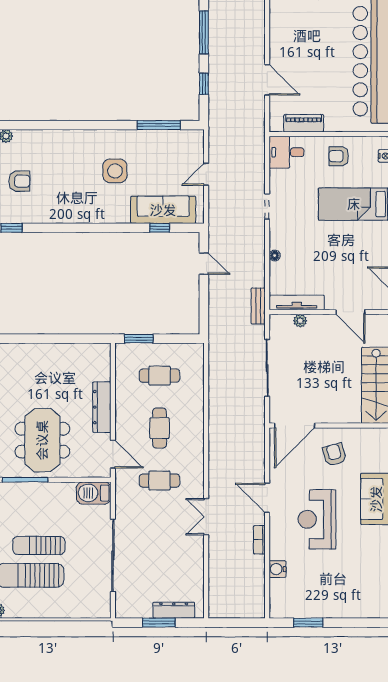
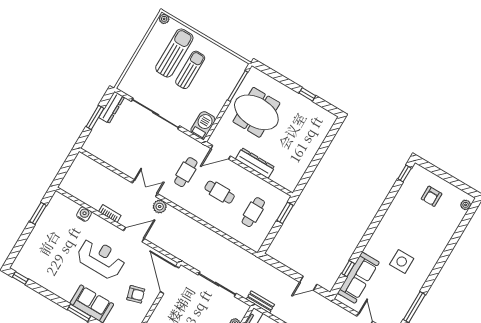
plant: (217, 487) -> (160, 207), added
dresser: (174, 610) -> (112, 107), moved

